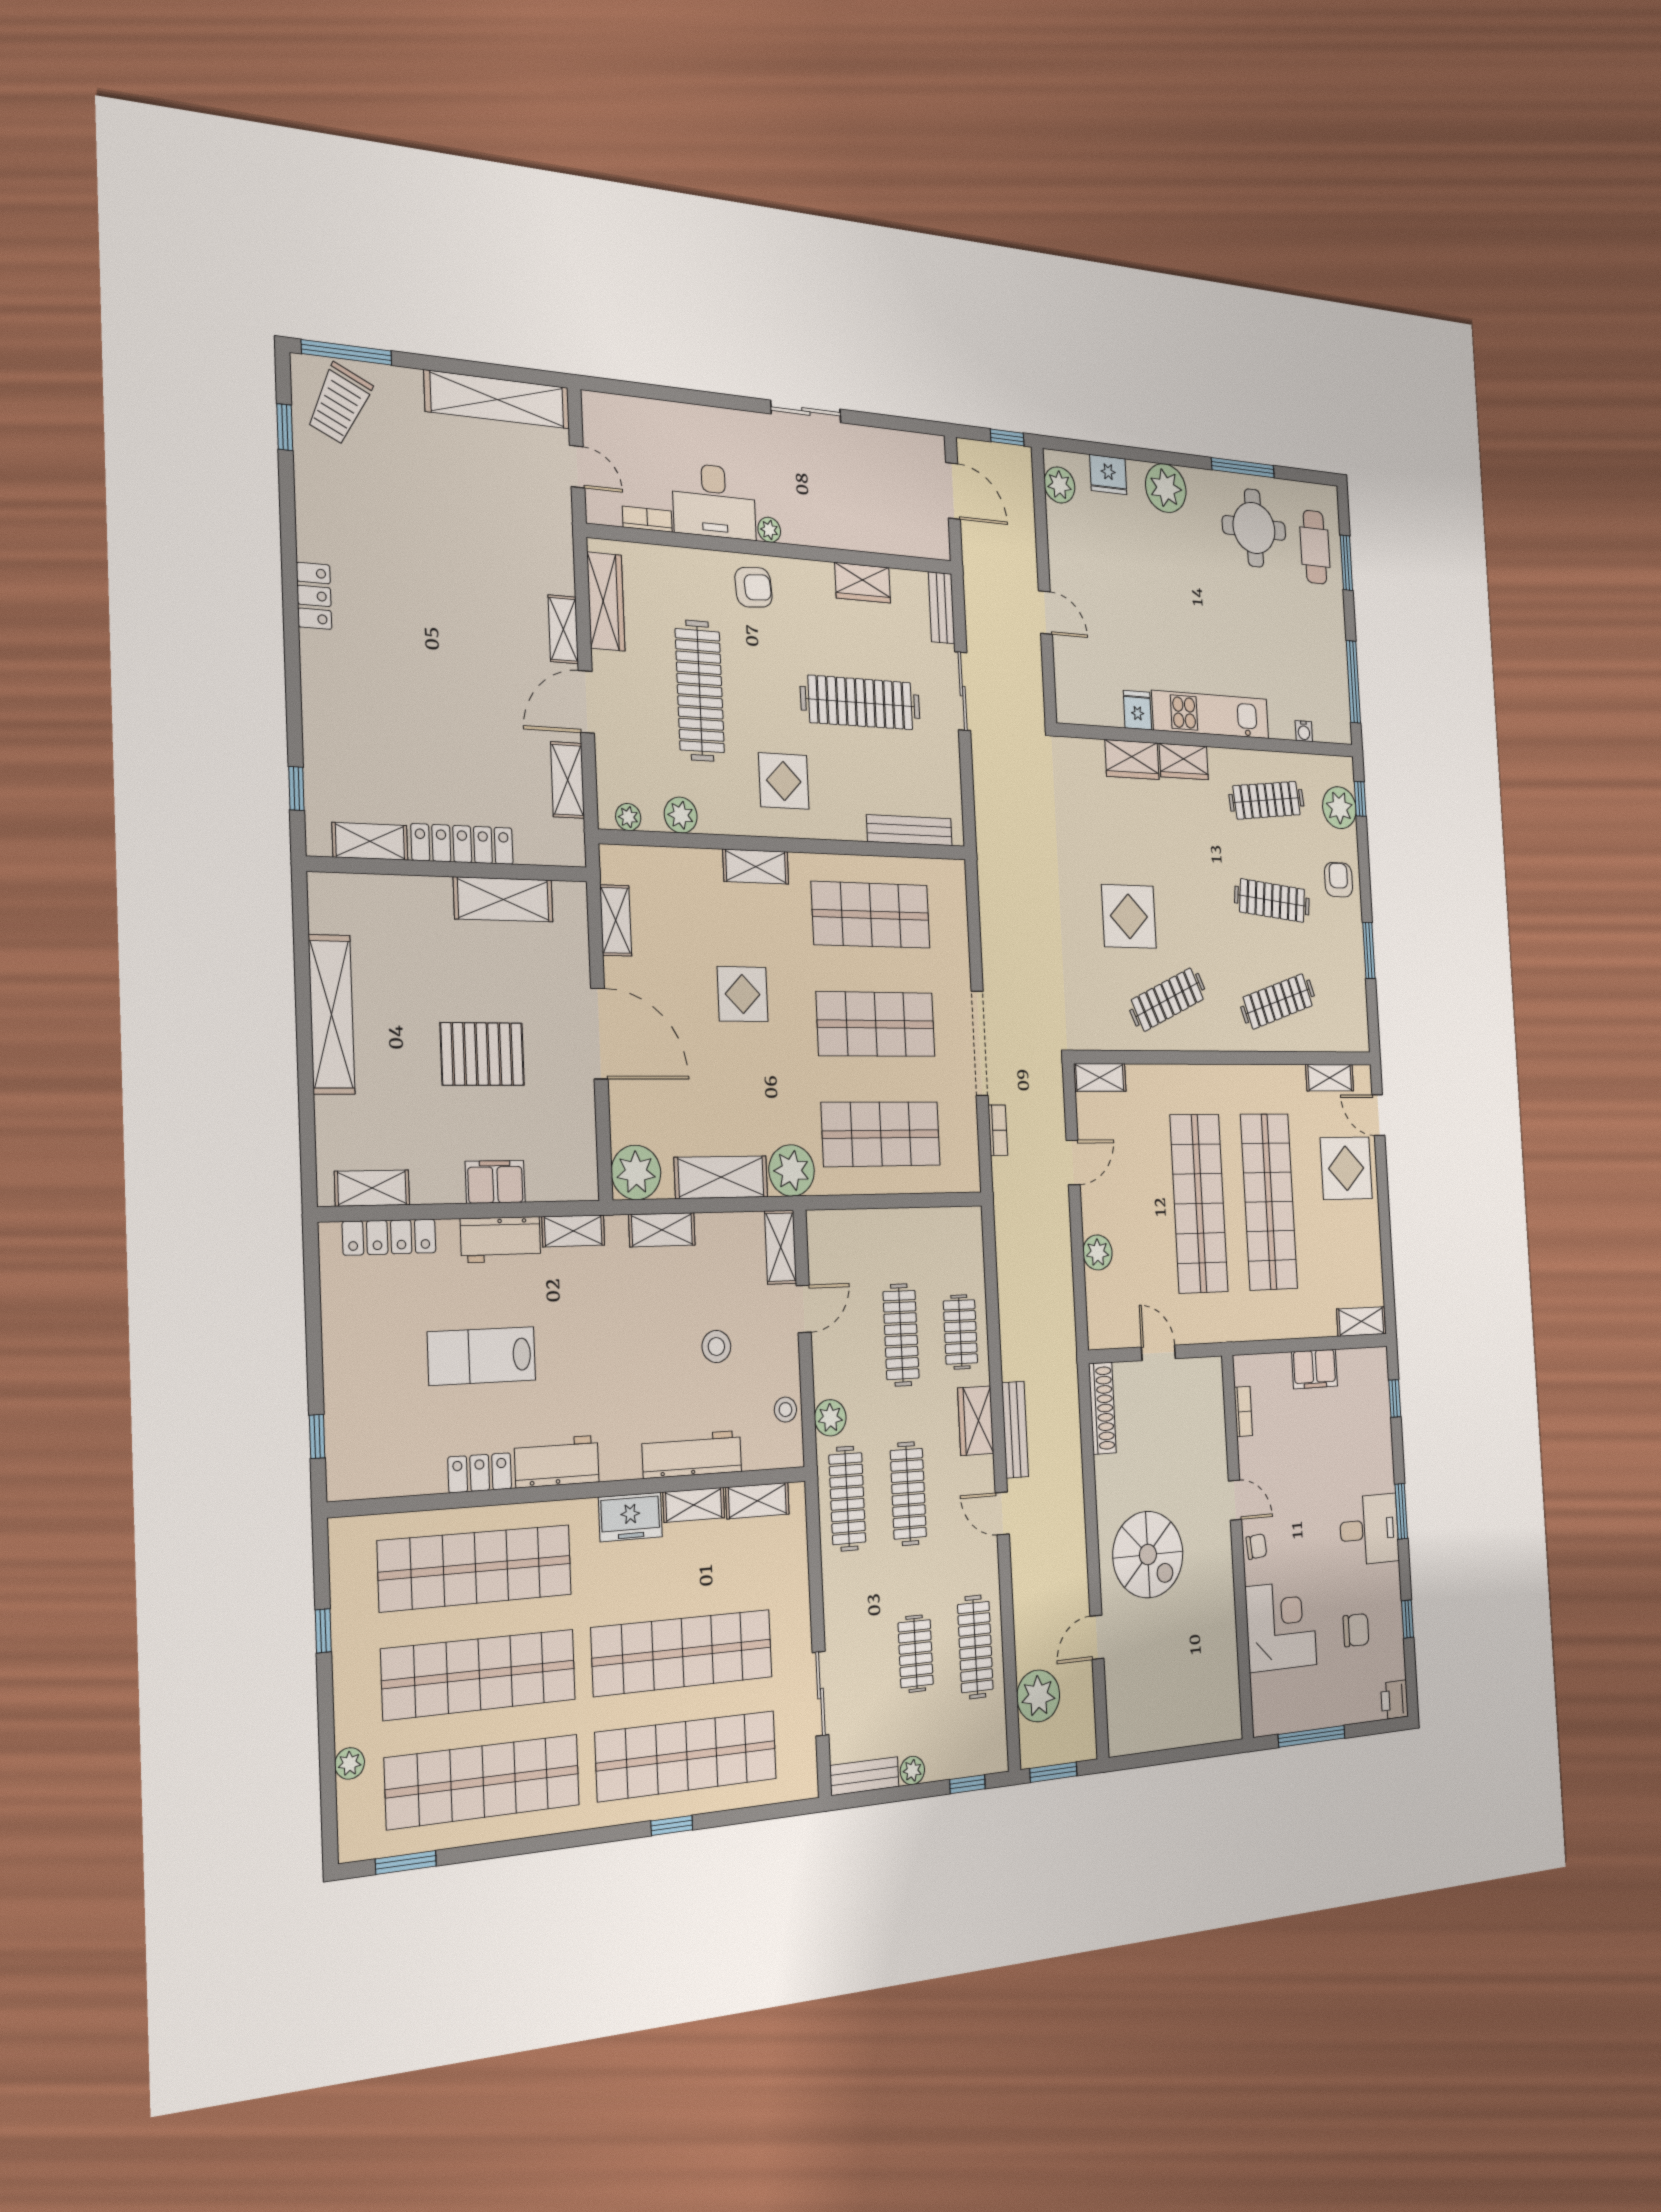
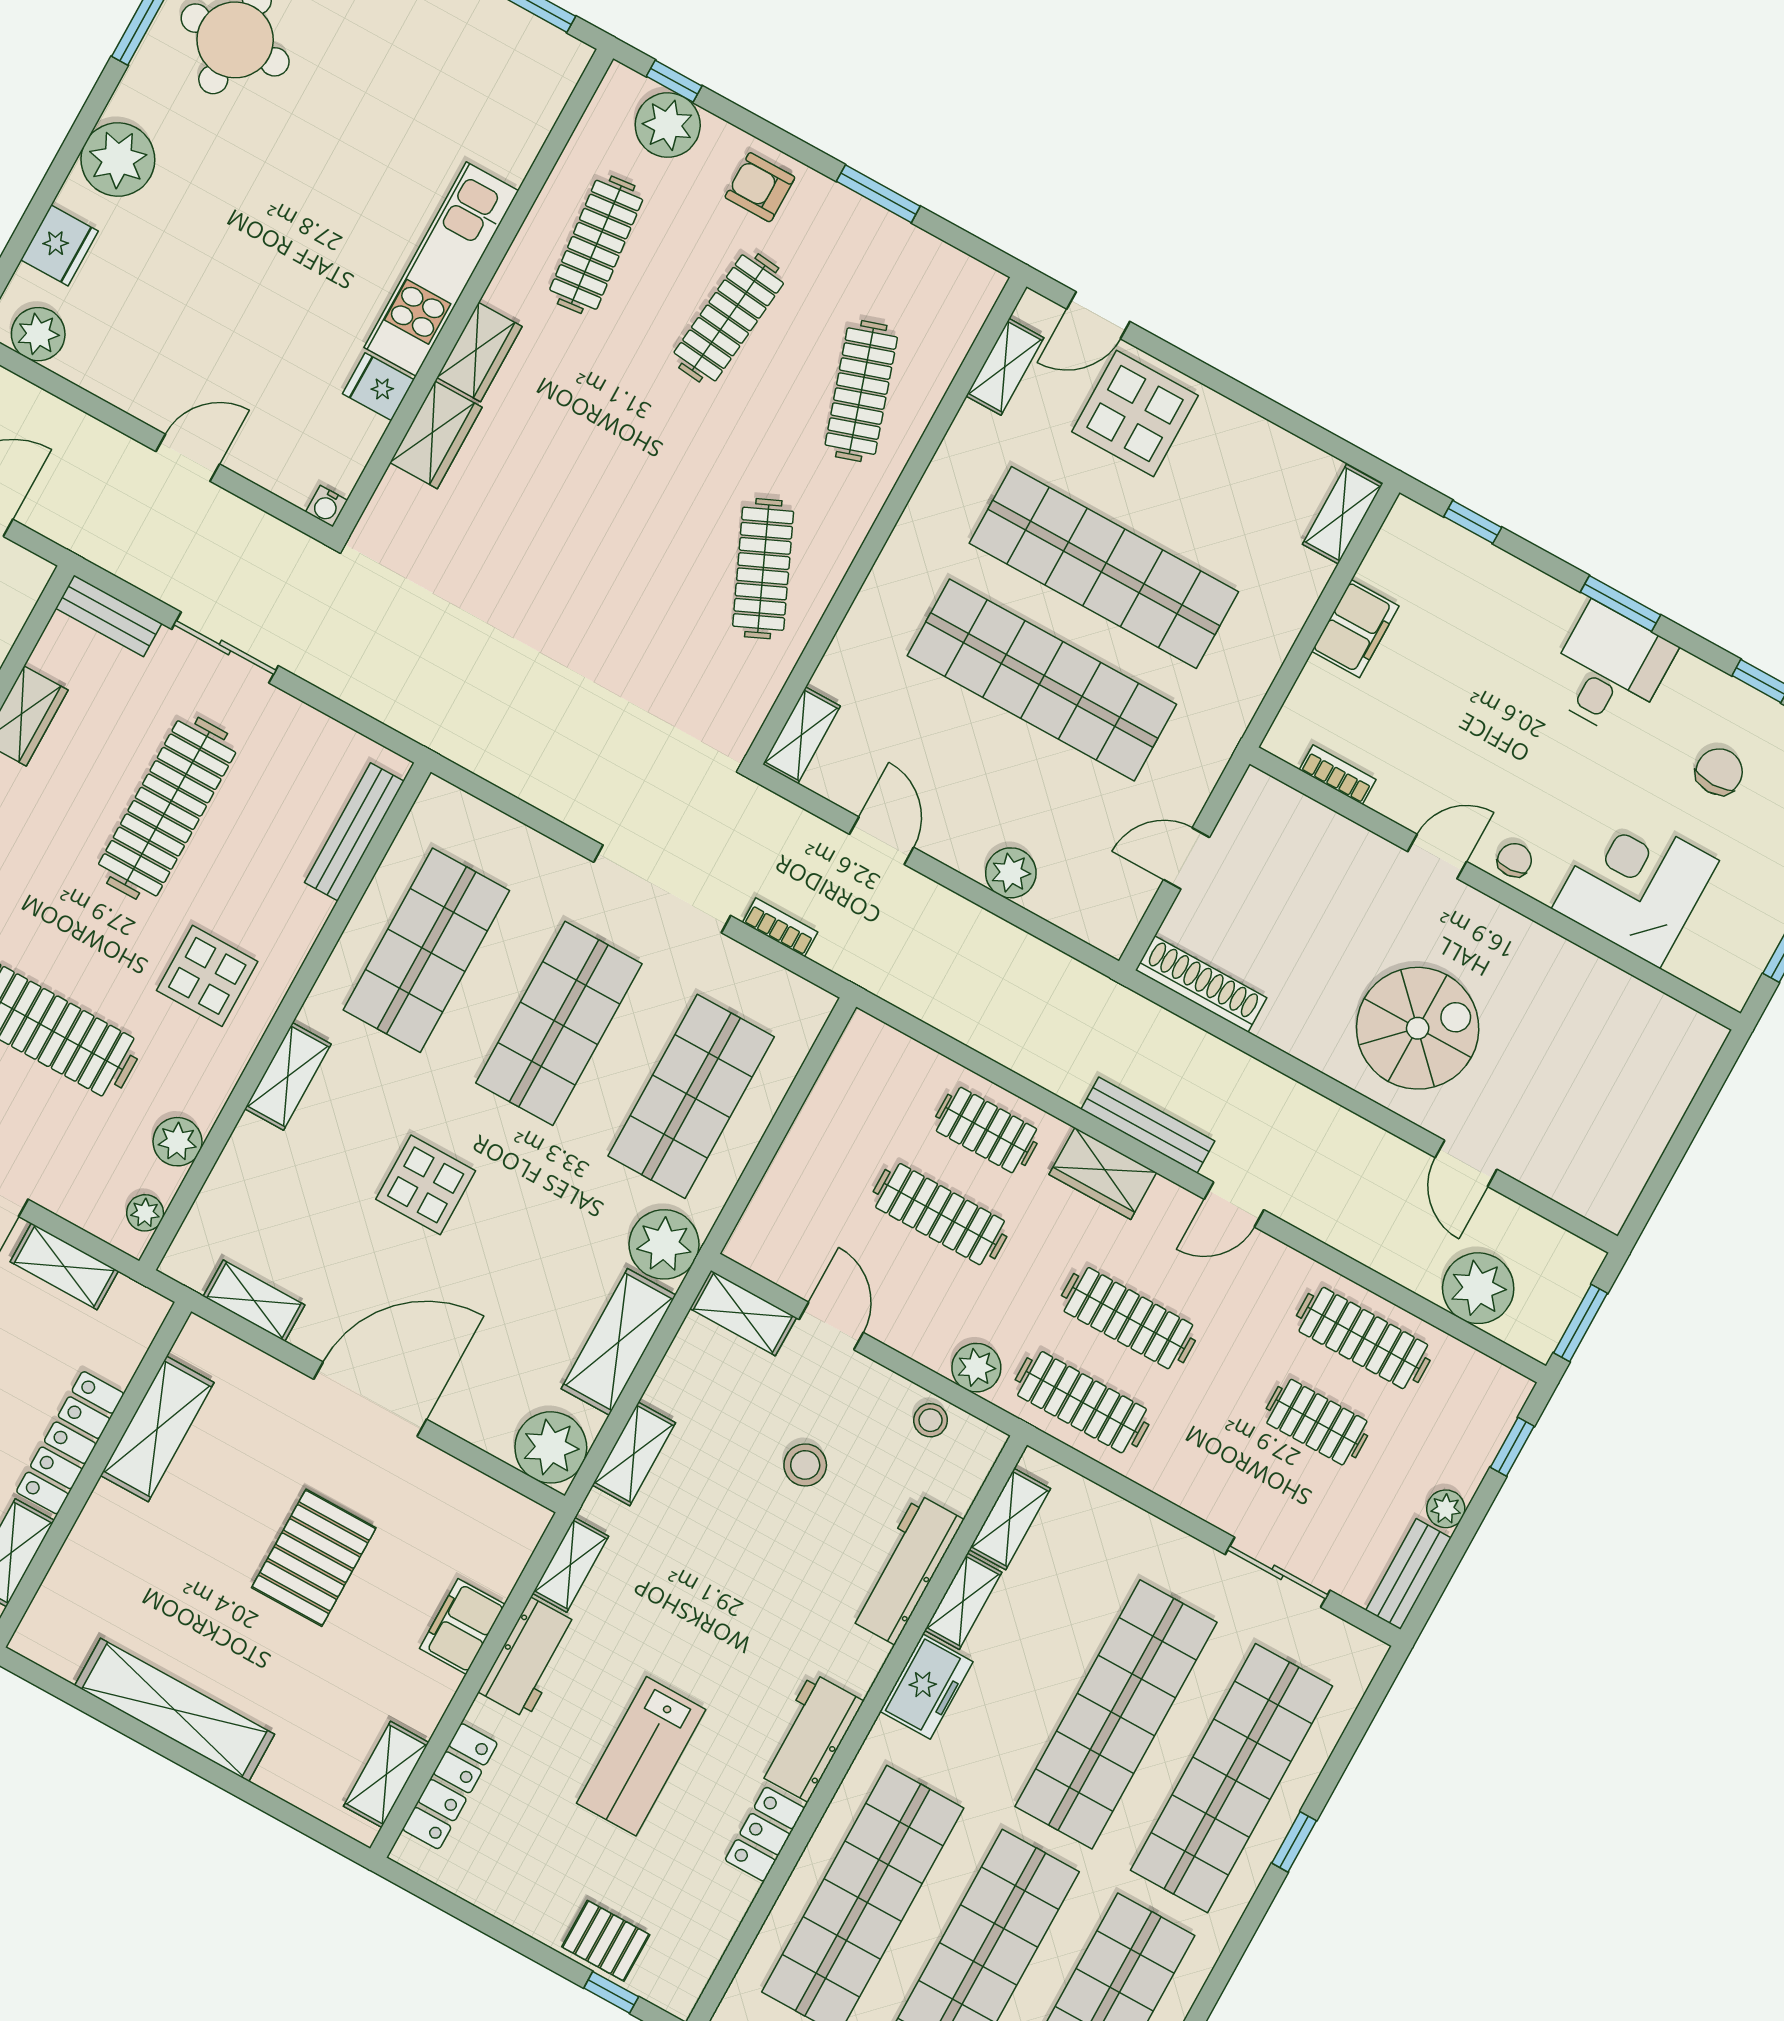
water cooler: (1304, 731) -> (327, 506), moved, turned 90
display table: (1129, 916) -> (628, 564), removed
pallet: (349, 1410) -> (606, 1941), added

